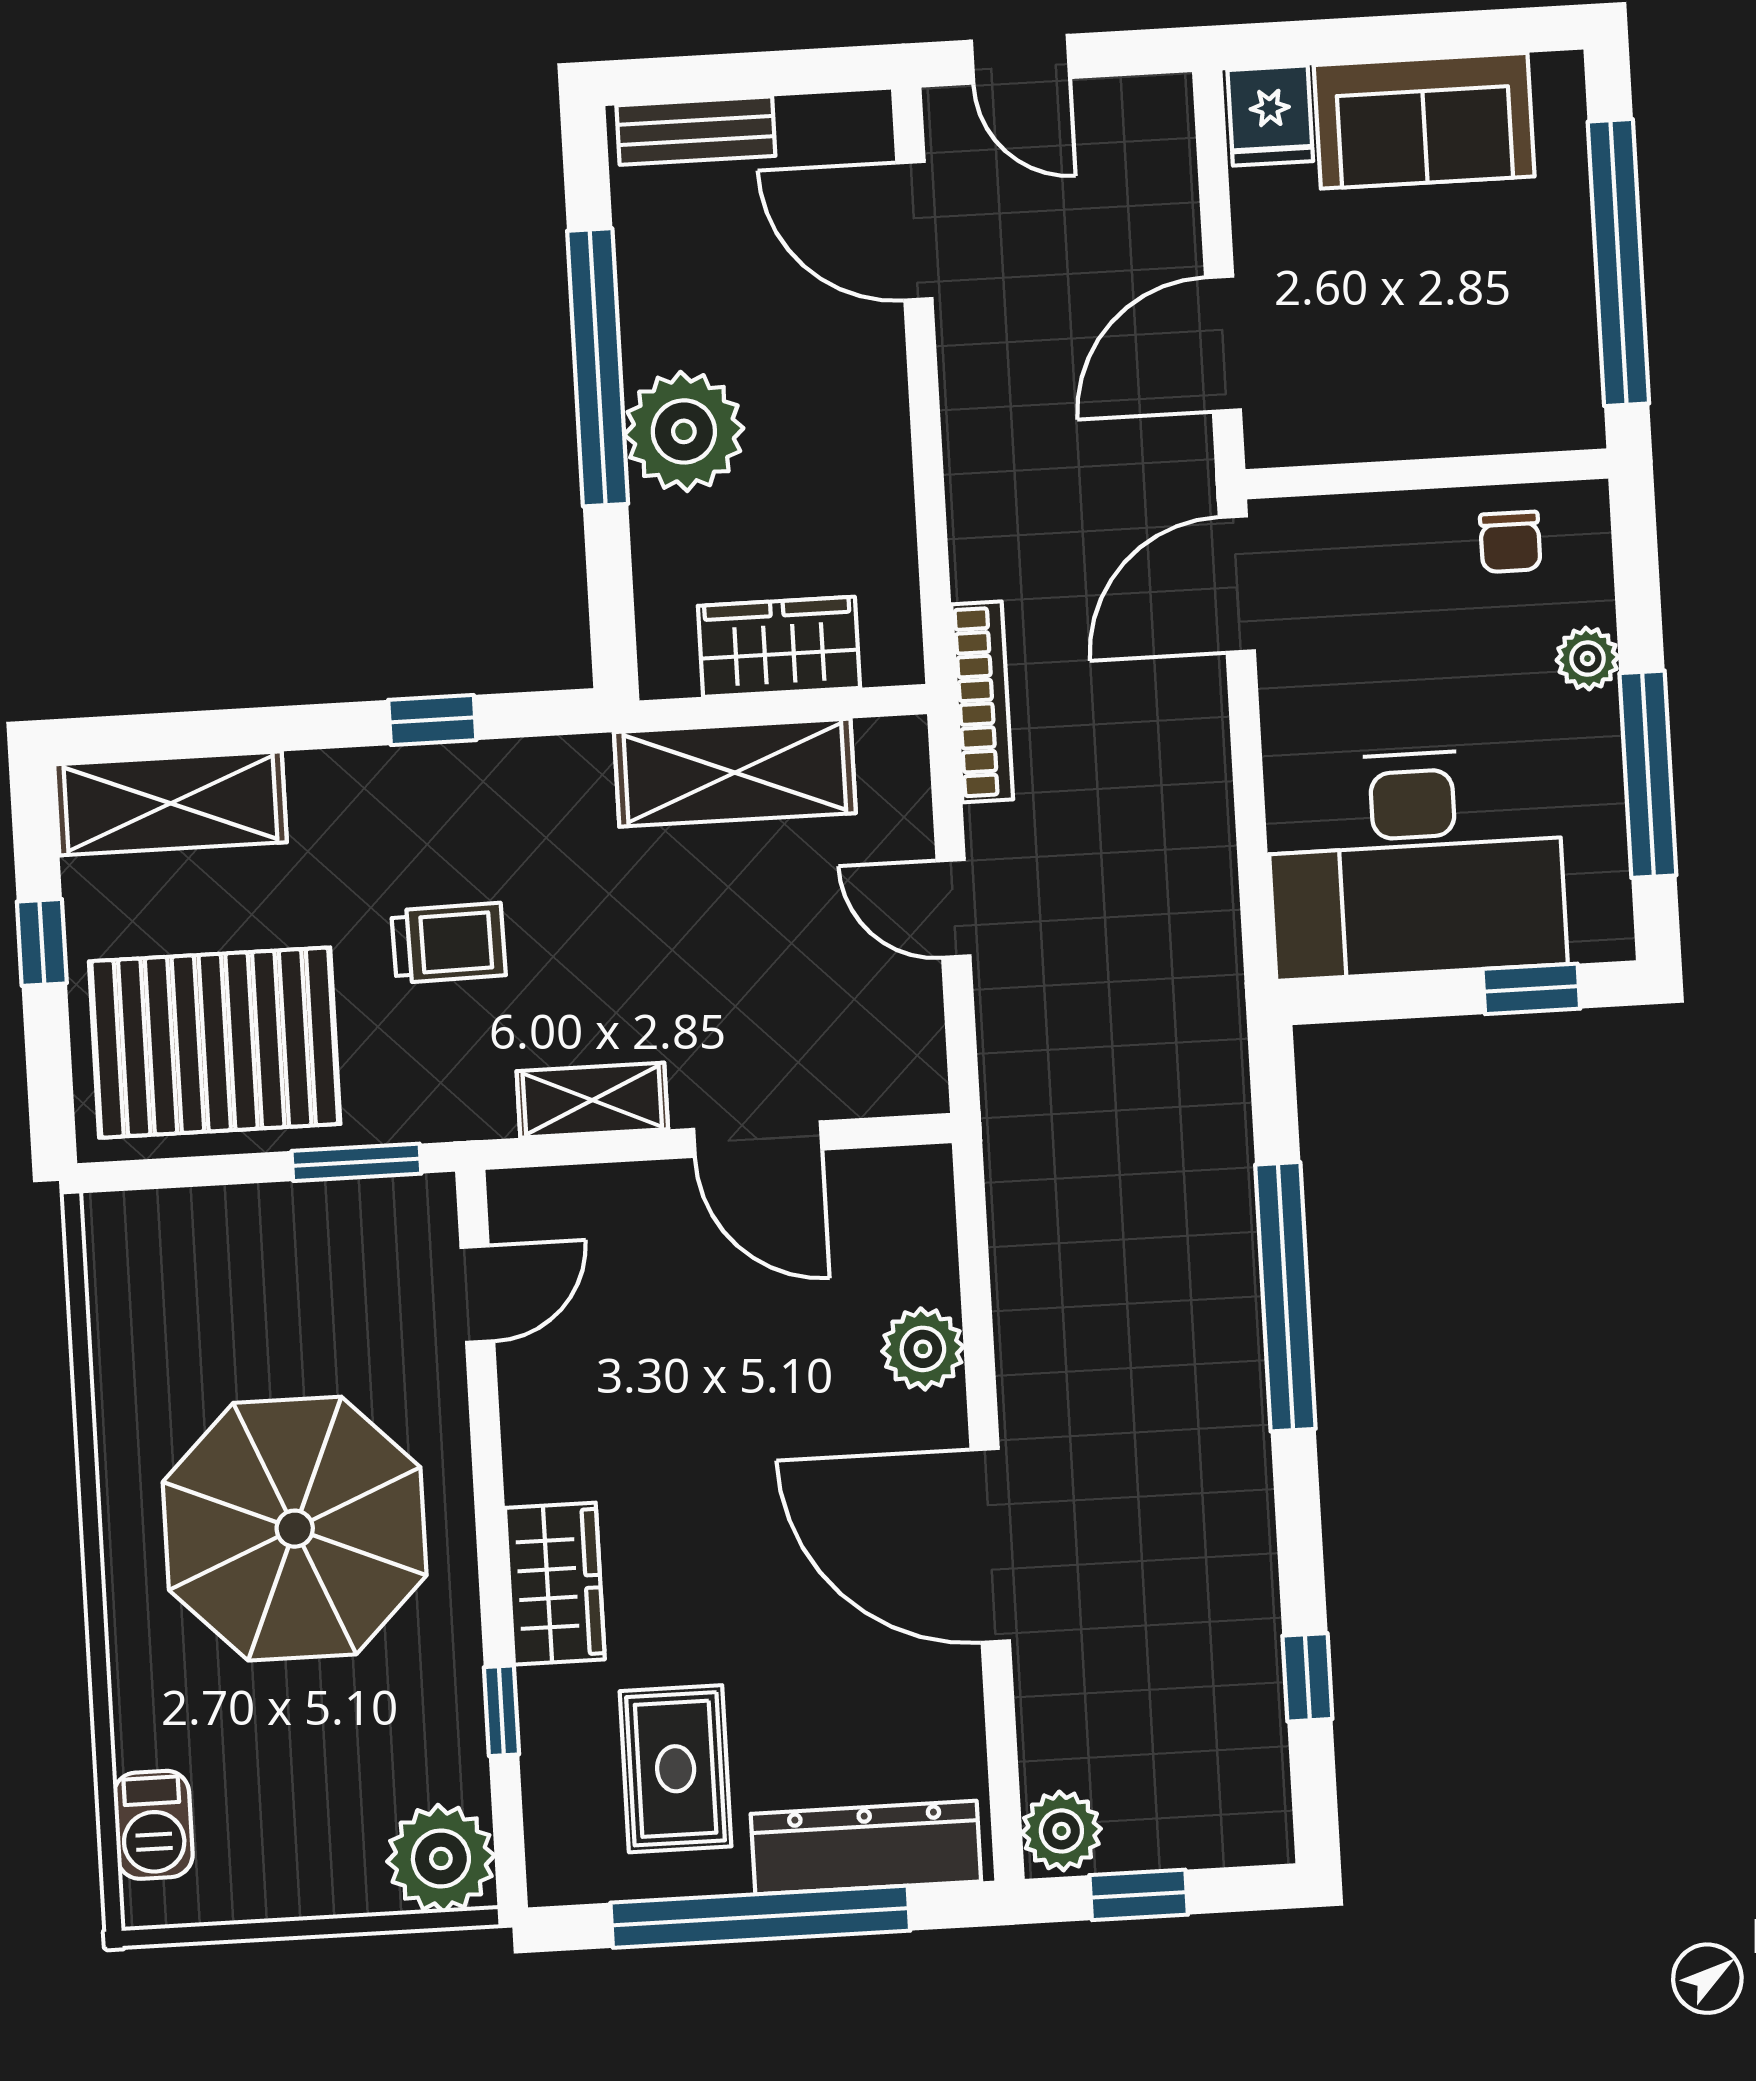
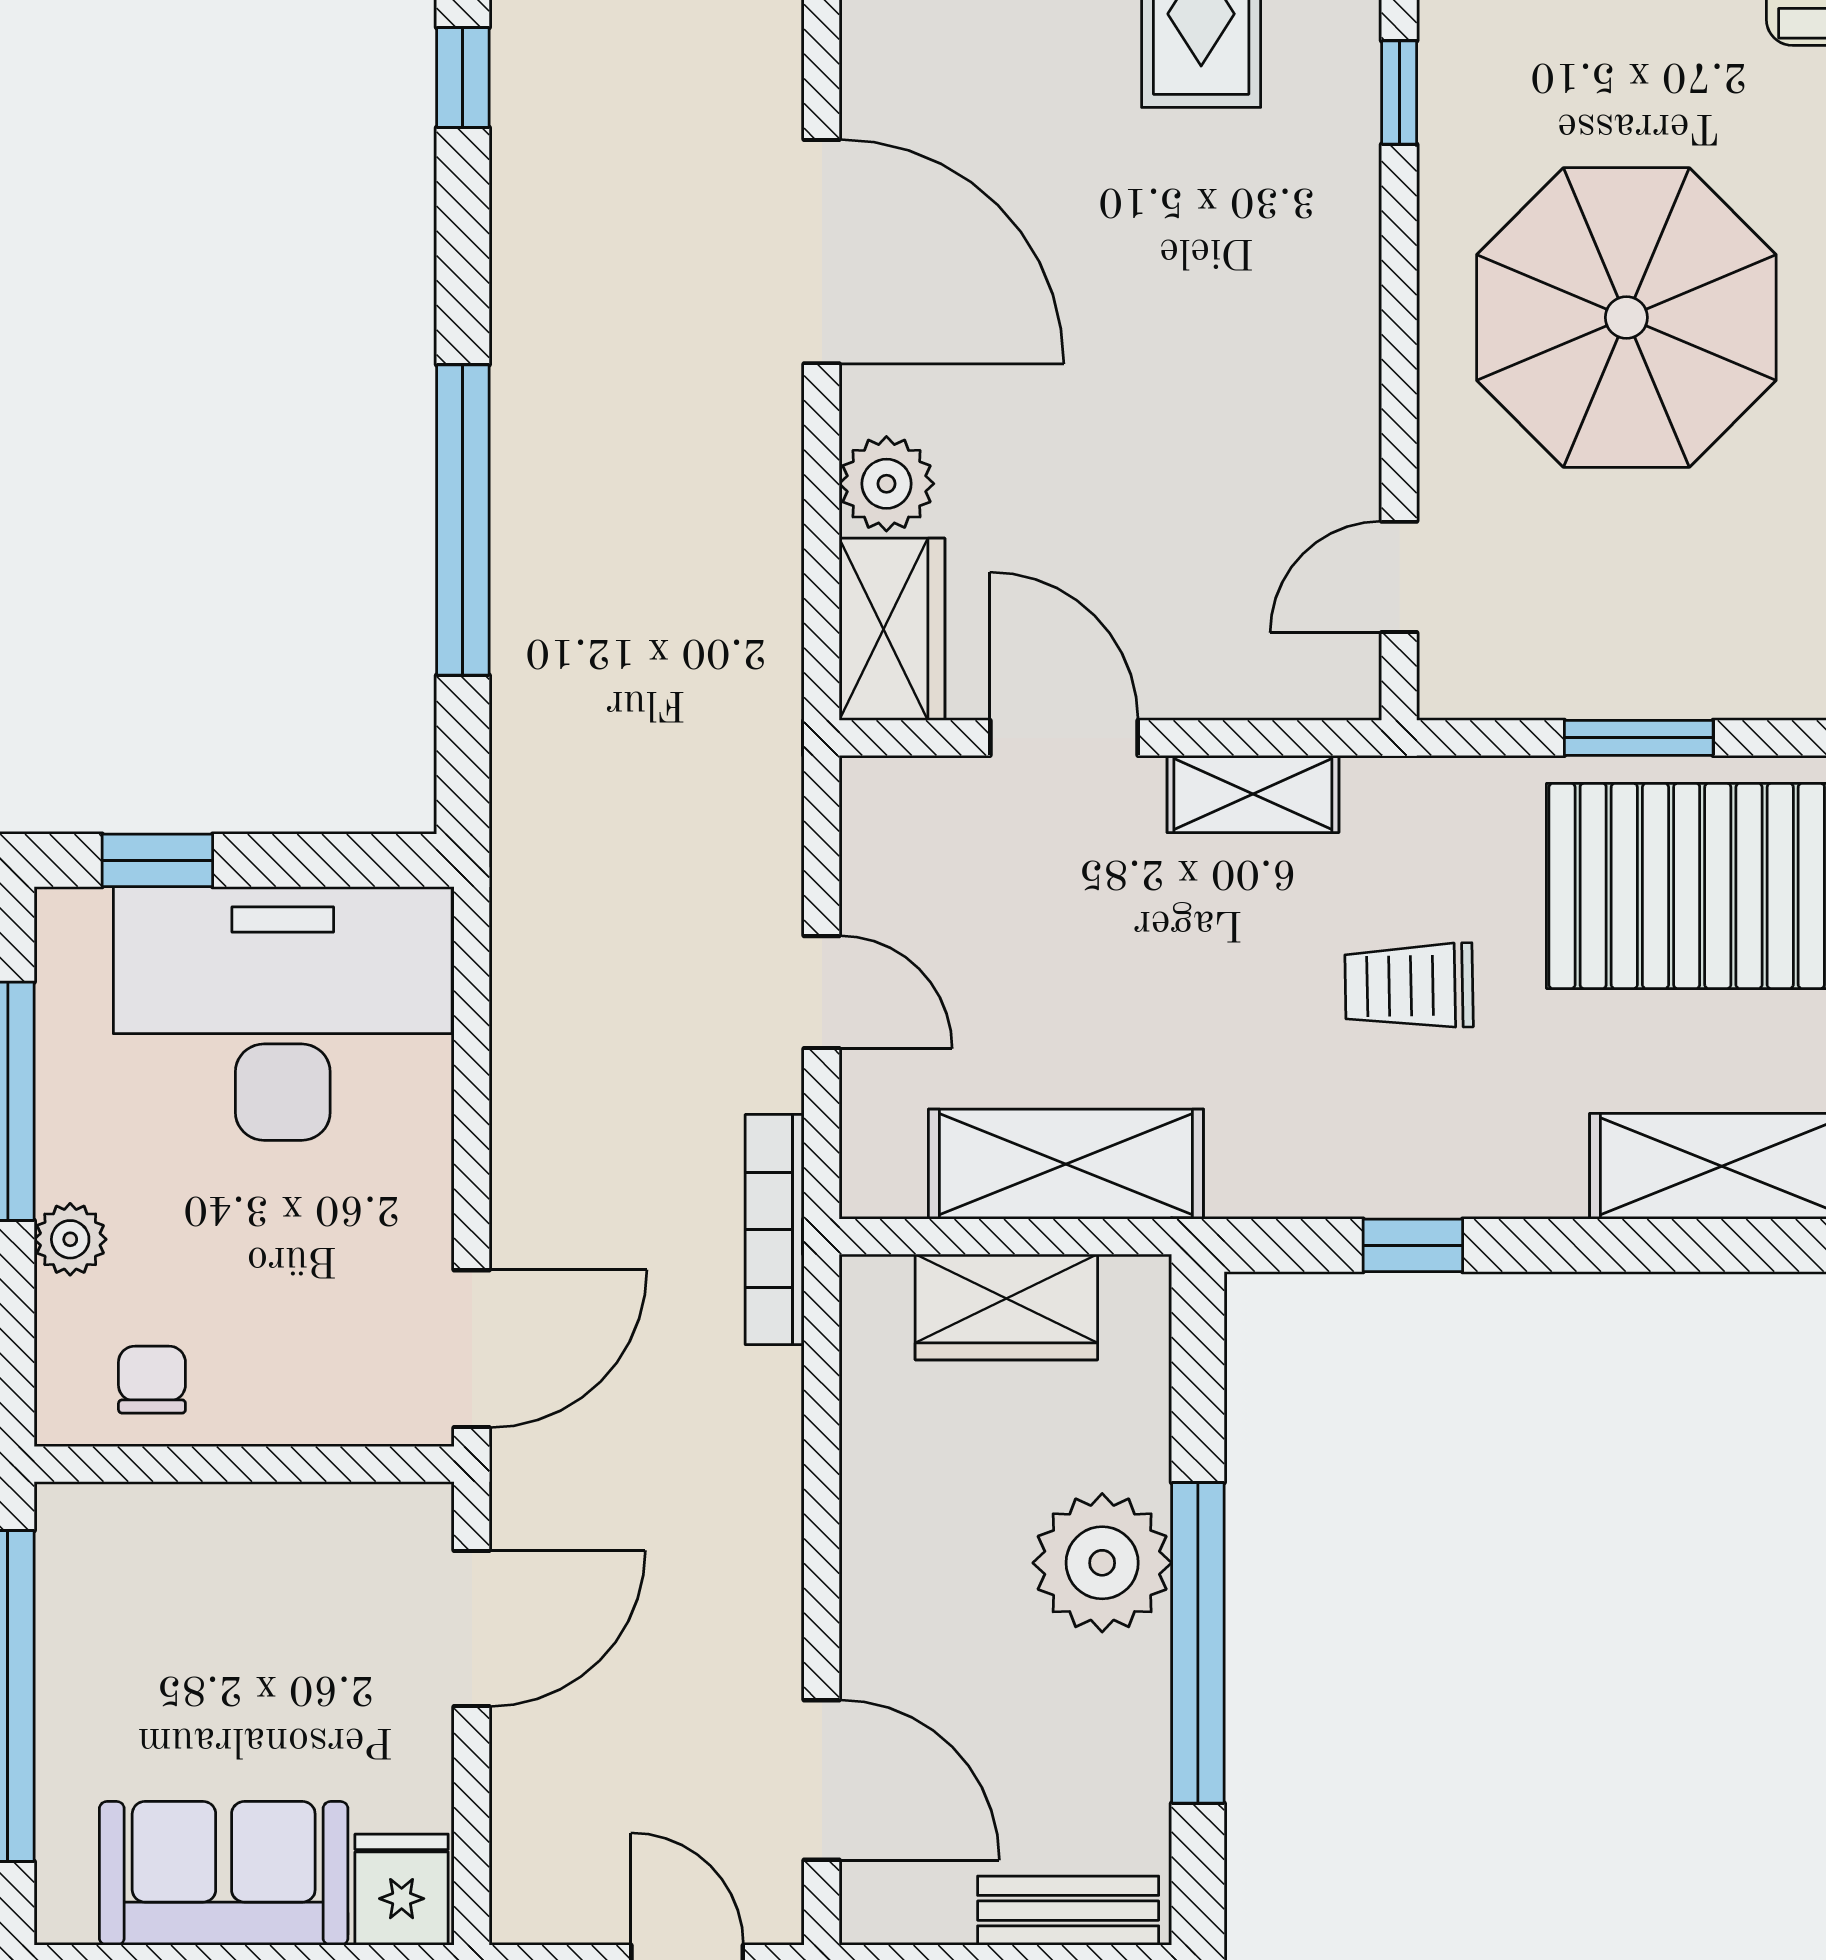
window: (356, 1162) -> (1639, 738), moved
wardrobe: (555, 1584) -> (892, 629), moved, turned 180

